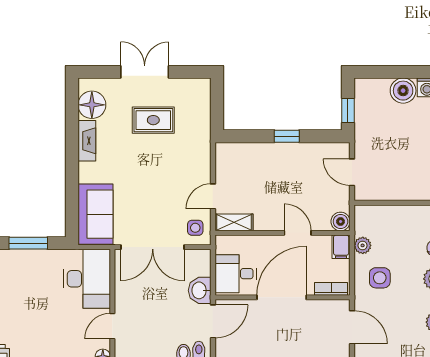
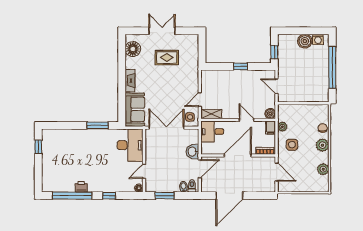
fireplace: (87, 141) -> (130, 81), moved
double door: (153, 247) -> (166, 128), swing flipped
desk: (236, 274) -> (212, 132), moved

